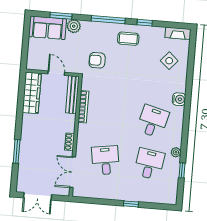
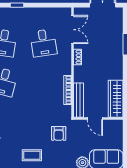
armchair: (97, 60) -> (59, 133), turned 90

